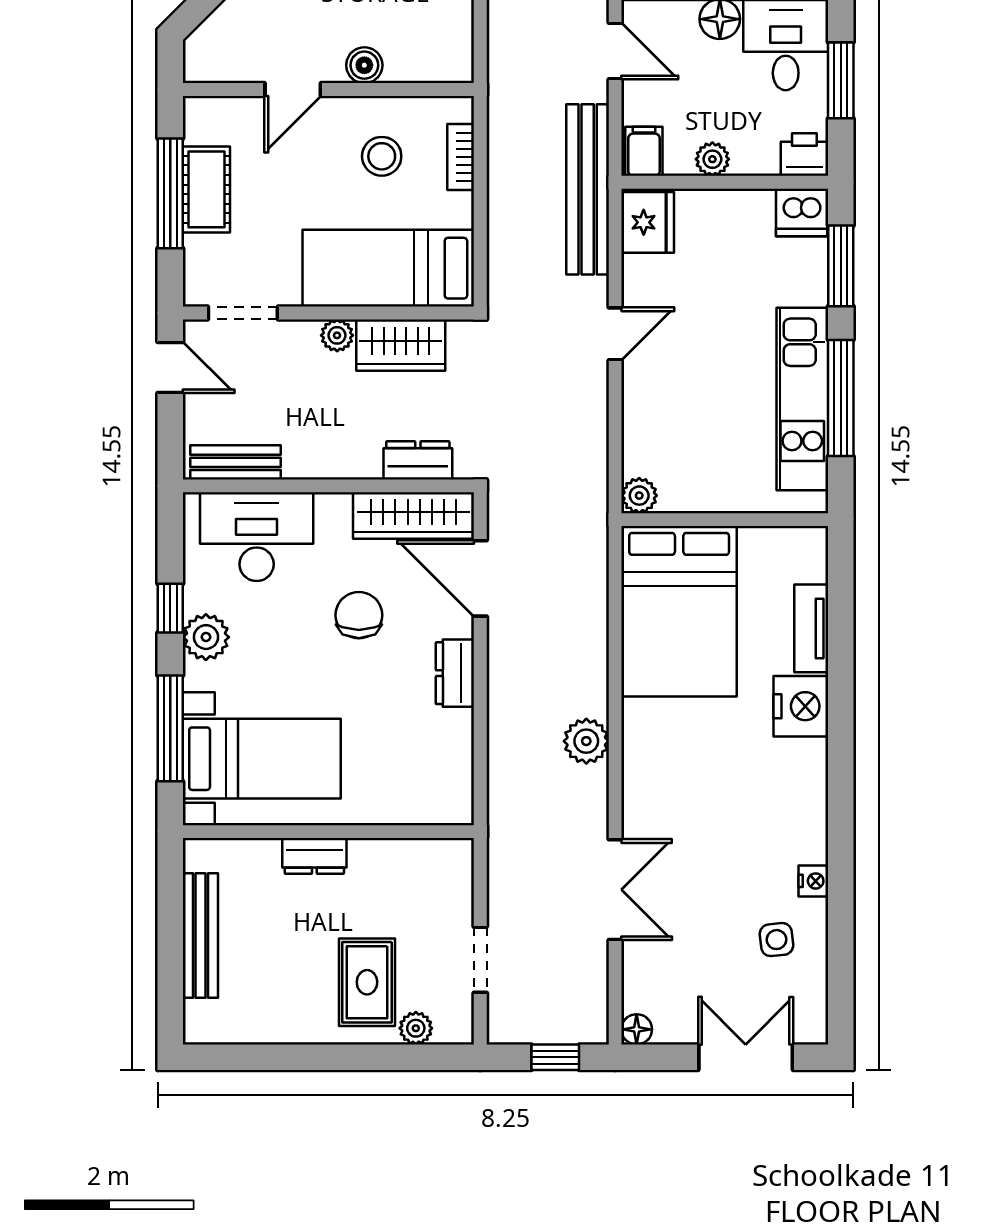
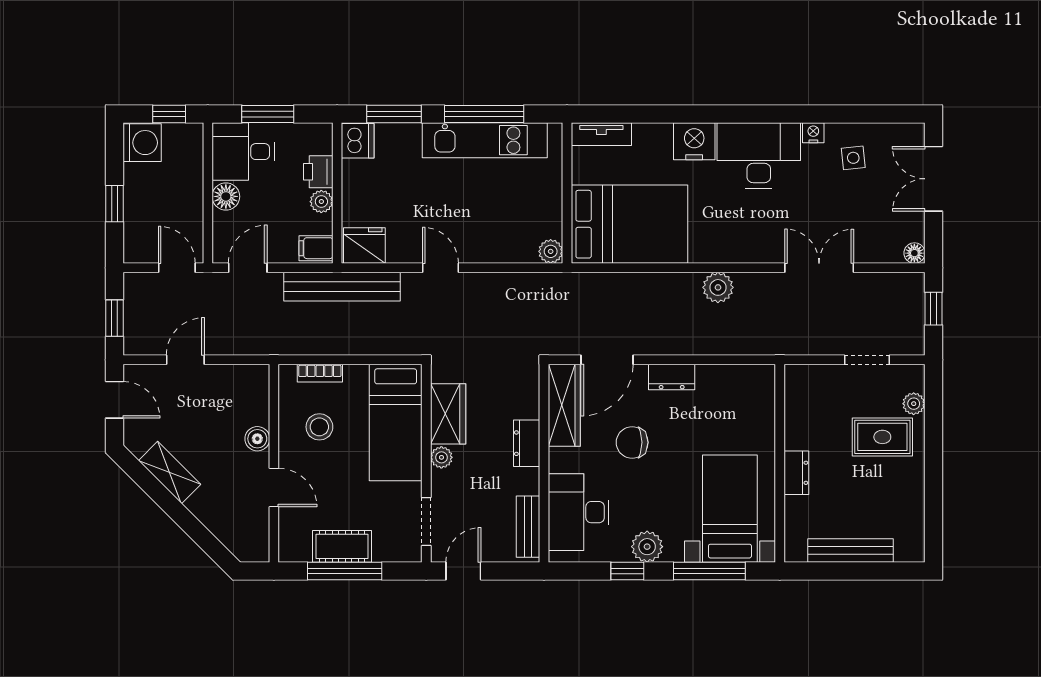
printer: (804, 155) -> (318, 172), moved
dresser: (418, 460) -> (527, 443), moved
tv unit: (811, 628) -> (601, 134), moved
desk: (780, 801) -> (759, 155), added

